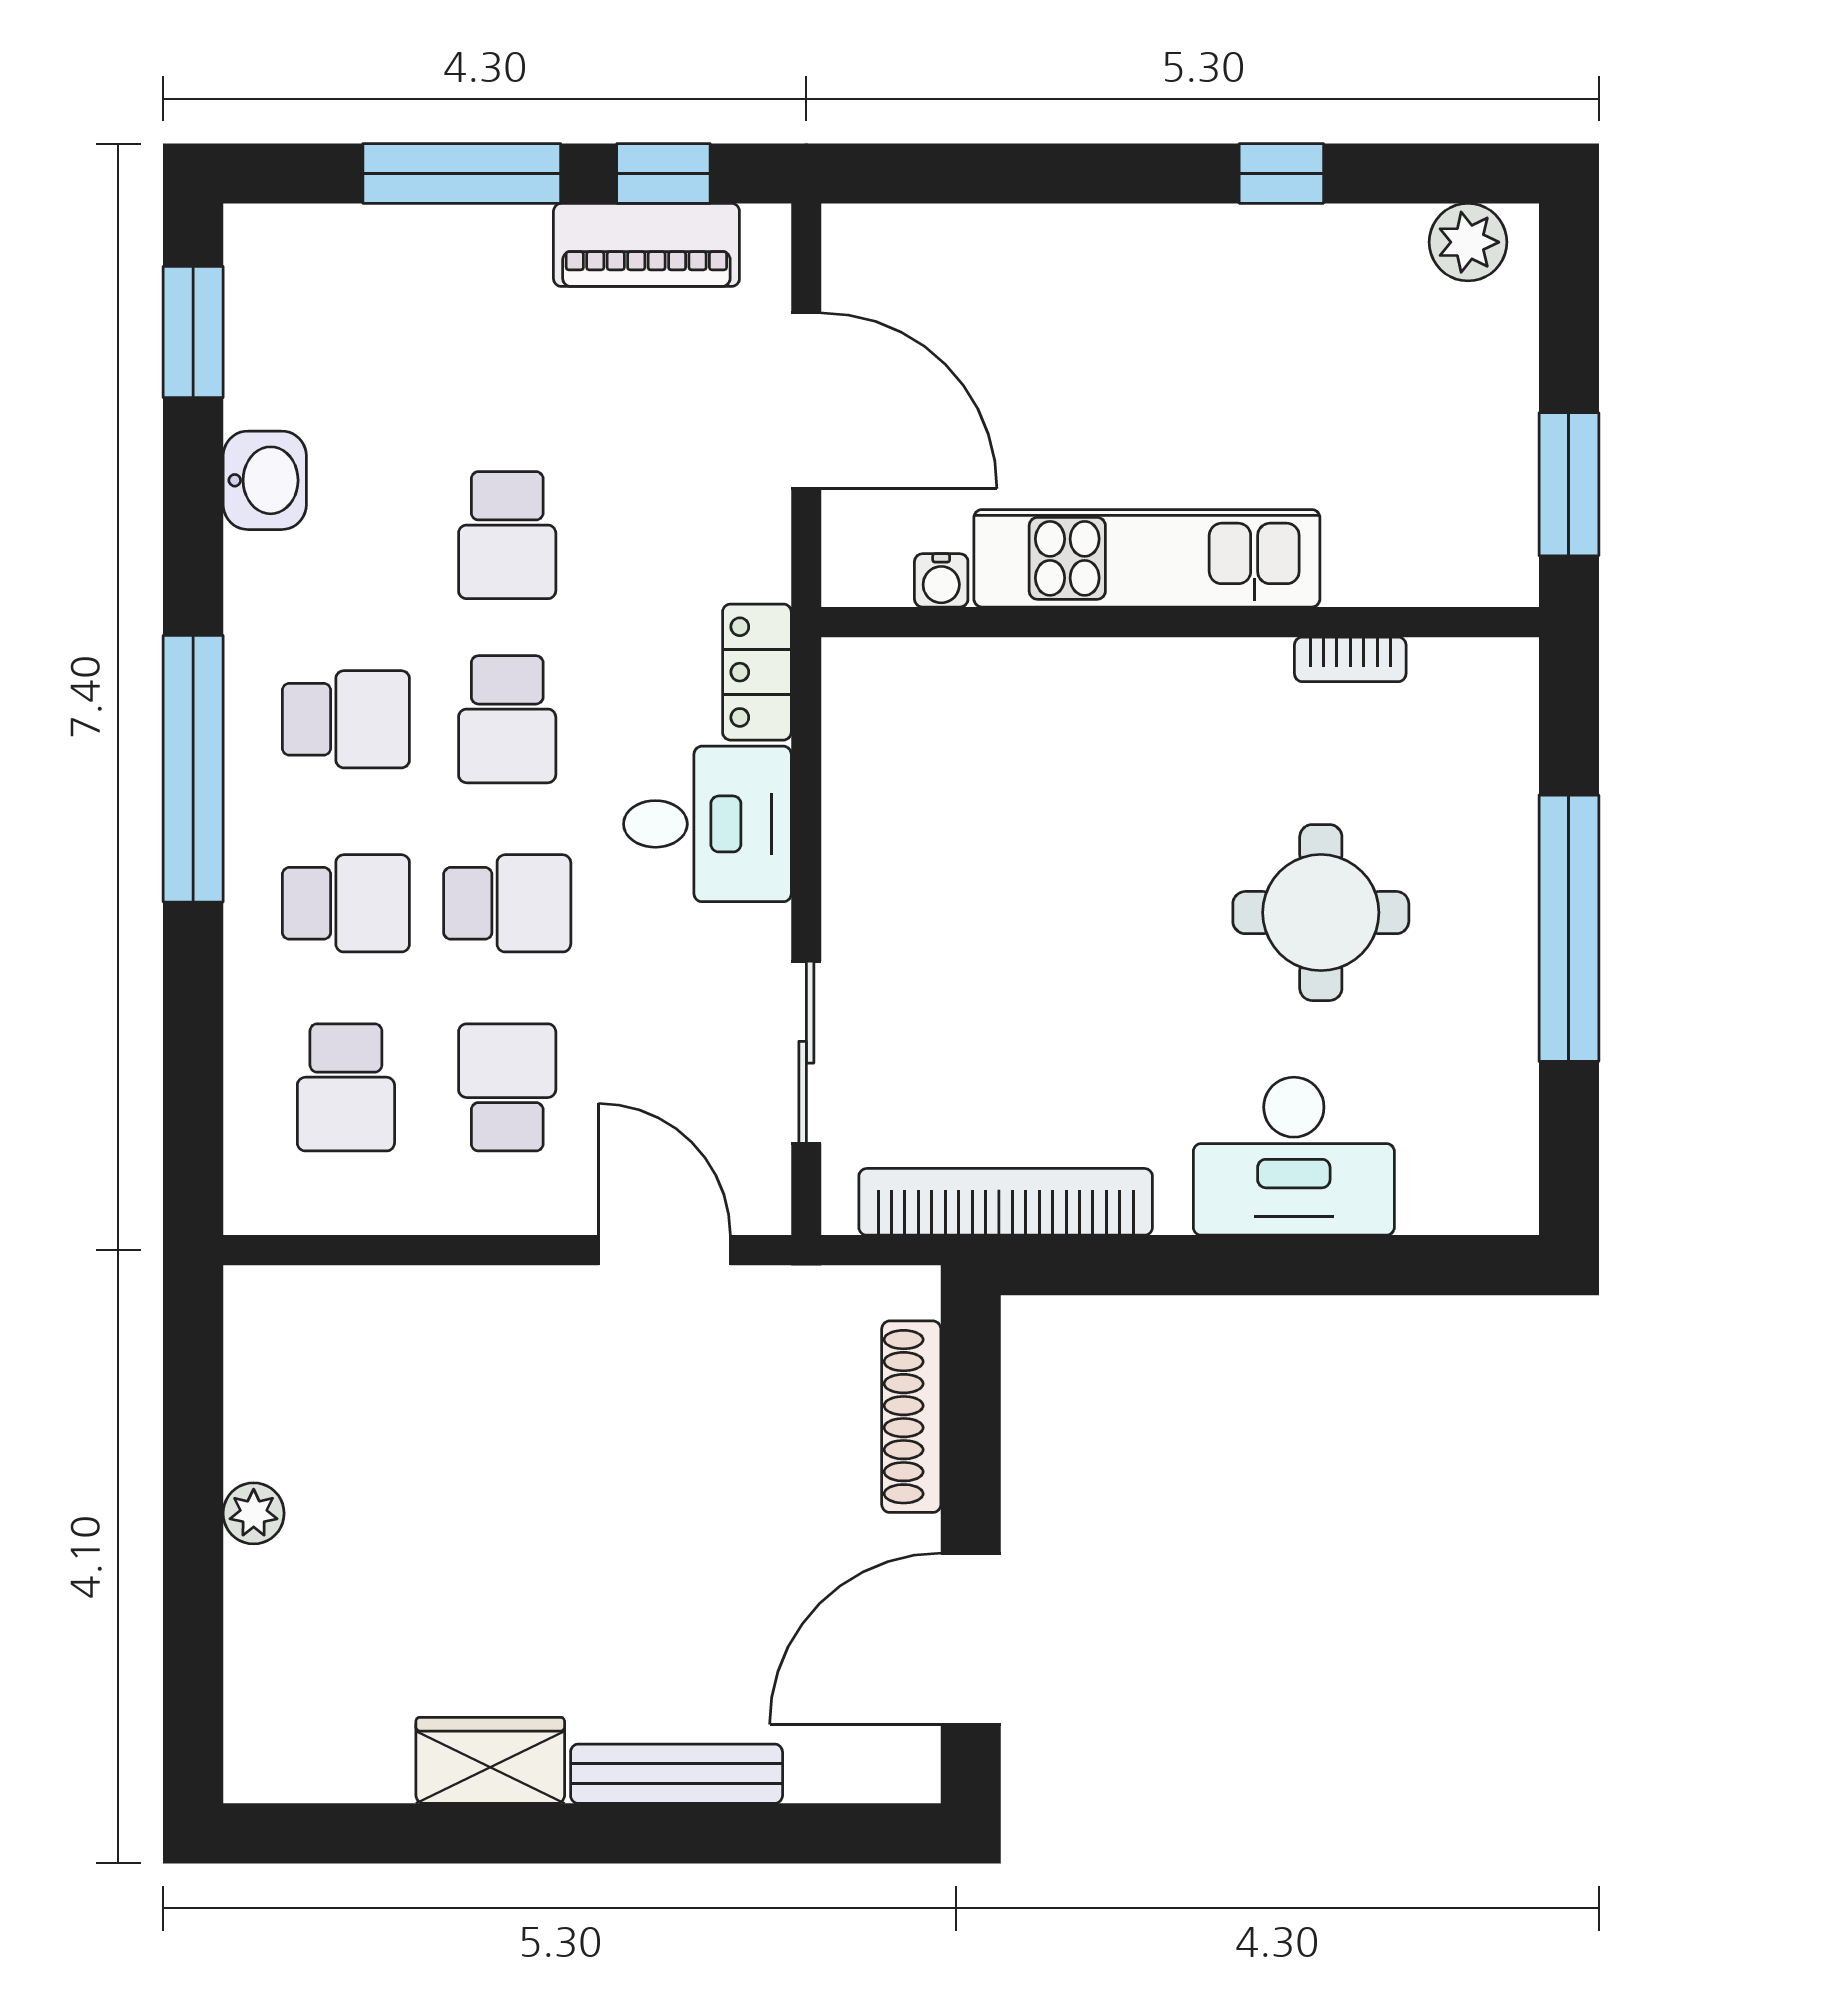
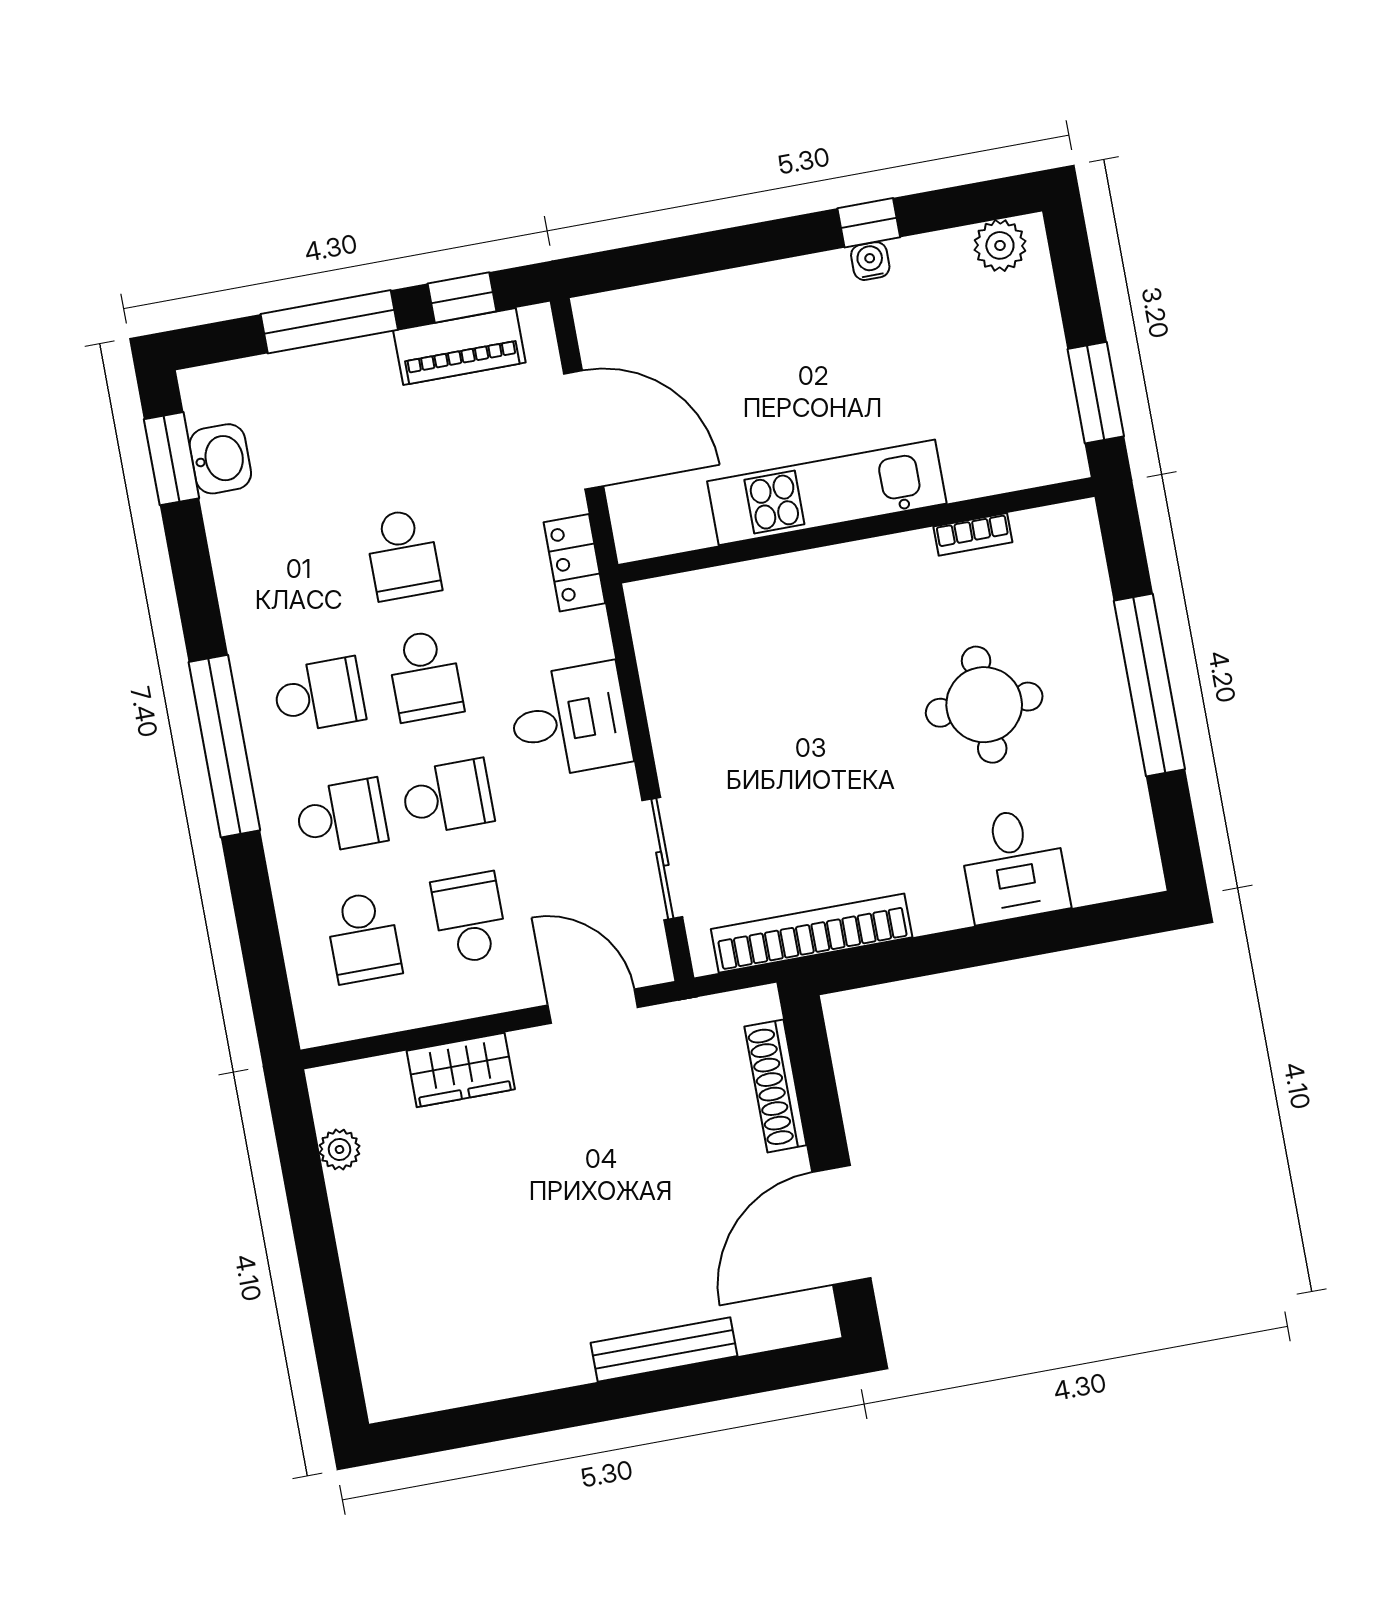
washbasin: (265, 480) -> (220, 459), moved
water cooler: (941, 580) -> (870, 261), moved, turned 180
locker: (757, 672) -> (574, 563), moved
desk: (1294, 1156) -> (1014, 865), width x0.73
plant: (254, 1513) -> (339, 1149), moved
wardrobe: (490, 1760) -> (461, 1070), moved, turned 180

